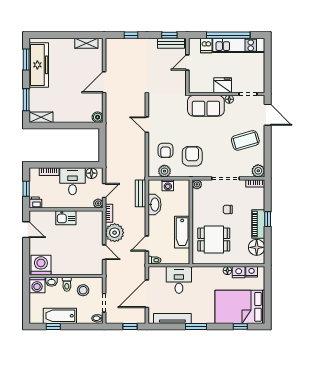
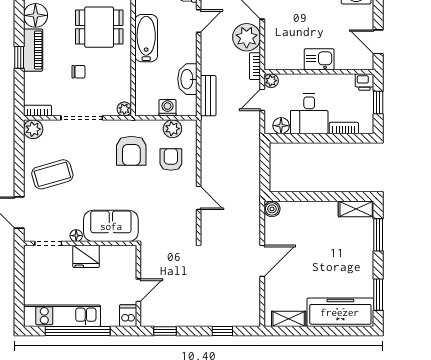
bench: (171, 43) -> (163, 319), removed
dishwasher: (206, 45) -> (128, 316), moved
freezer: (39, 65) -> (340, 312), moved, turned 90

